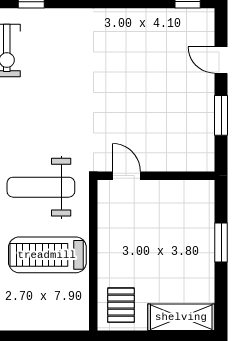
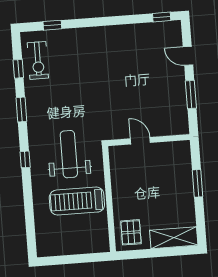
door: (126, 176) -> (140, 141), moved
weight bench: (41, 187) -> (69, 154), turned 90

